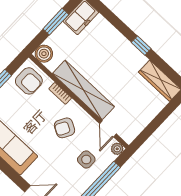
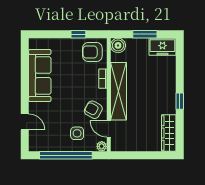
armchair: (29, 81) -> (92, 52), turned 90
armchair: (65, 128) -> (93, 110), moved
door: (108, 129) -> (109, 129), hinge flipped

